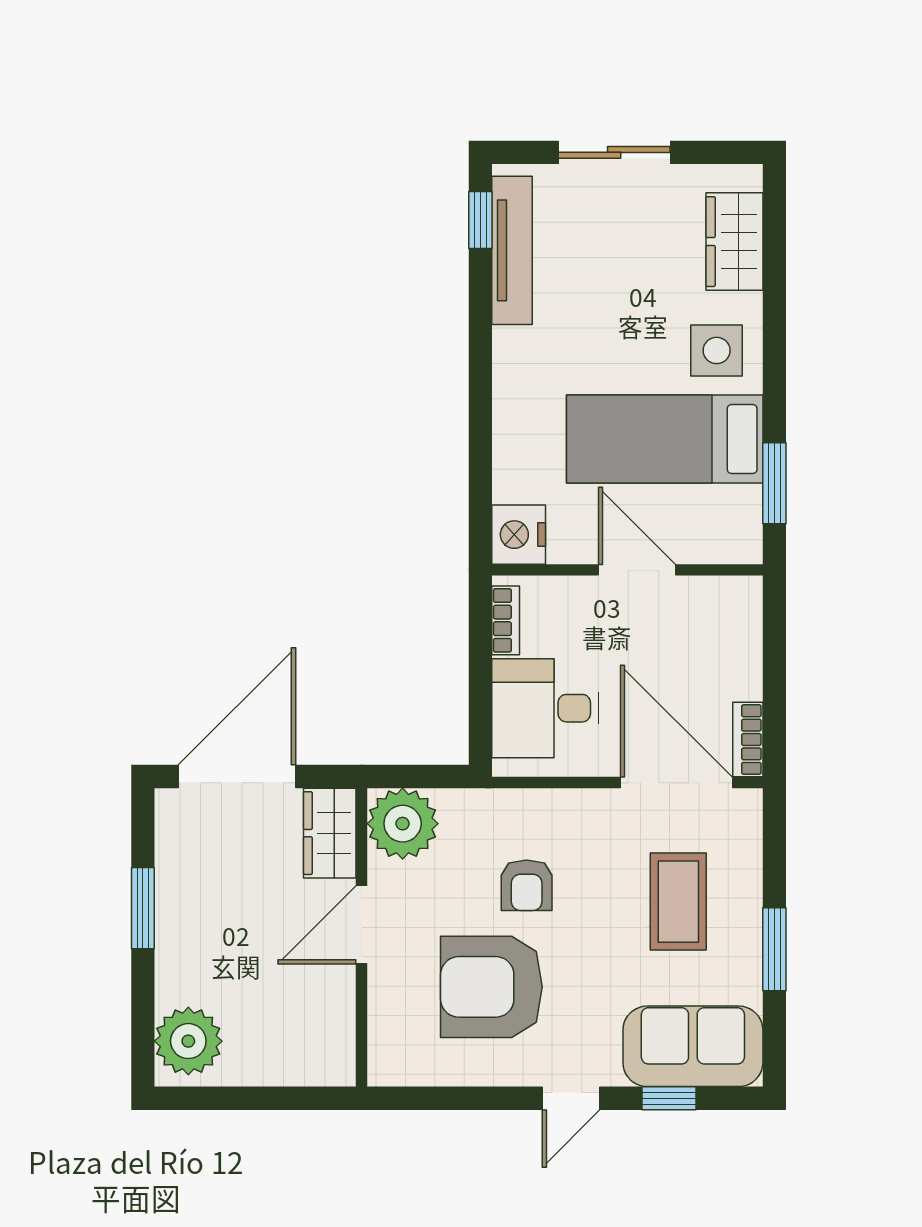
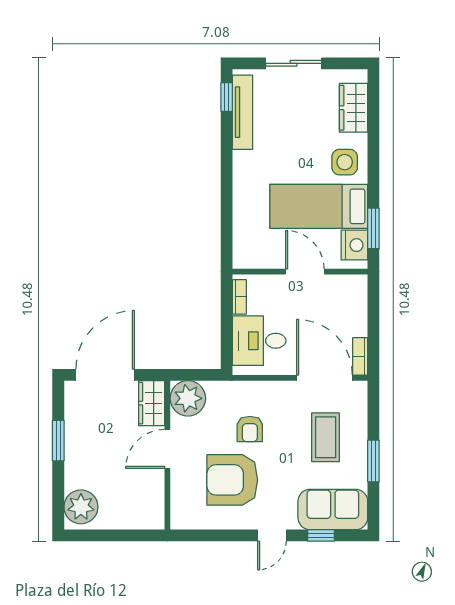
nightstand: (519, 535) -> (354, 245), moved, turned 180

